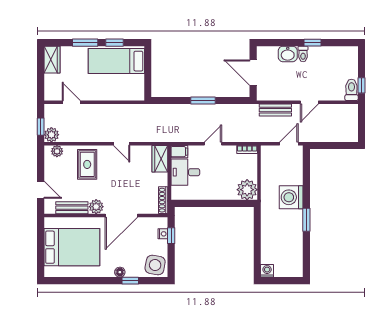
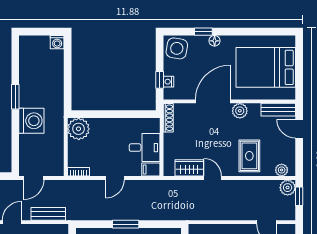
wardrobe: (160, 159) -> (189, 168), moved, turned -90
bench: (72, 208) -> (278, 110), moved

